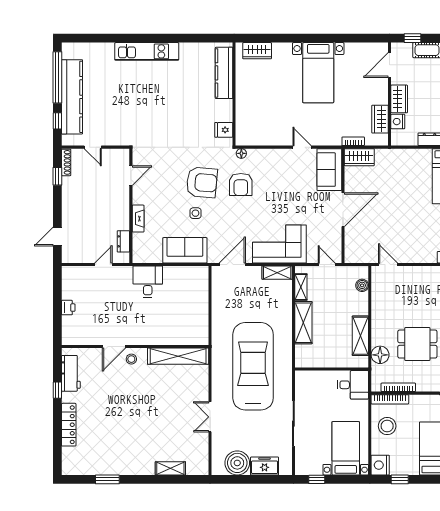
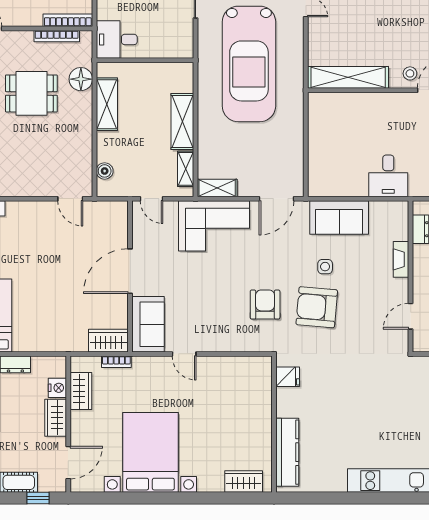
bed with nightstands: (318, 73) -> (150, 452), width x1.36
floor lamp: (241, 153) -> (264, 346), removed

